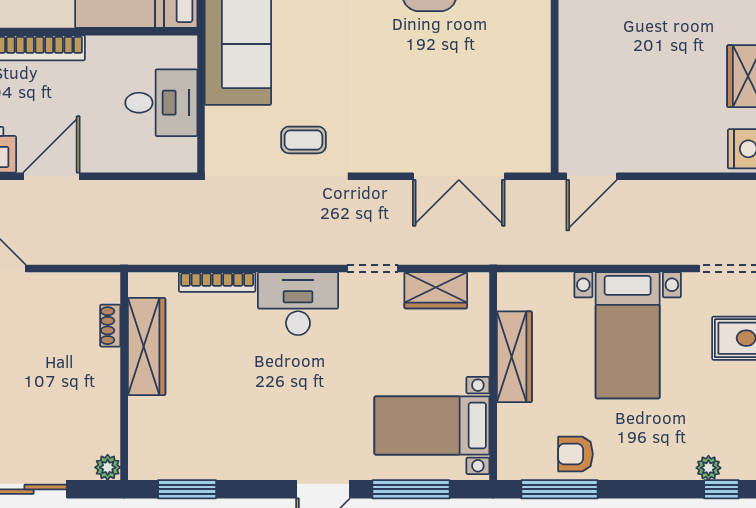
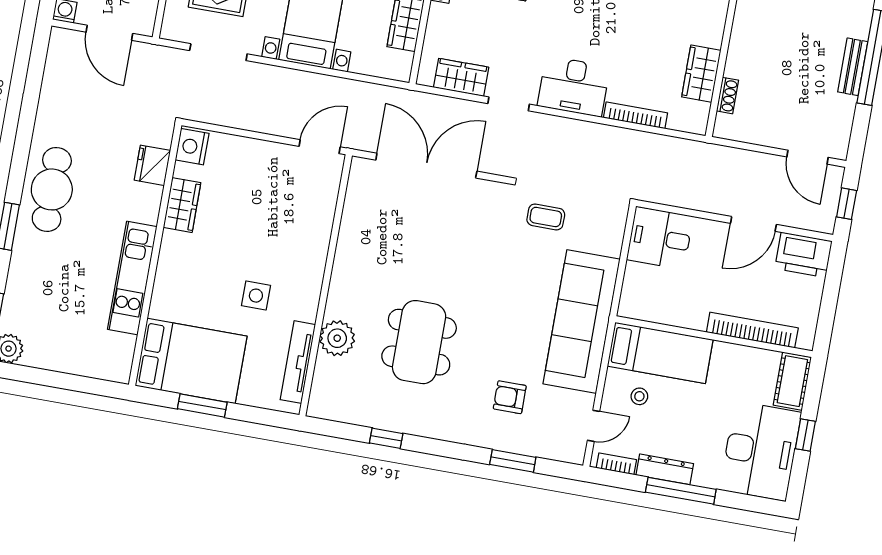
desk: (161, 103) -> (660, 238), moved
double door: (459, 176) -> (426, 166), width x1.36
wardrobe: (147, 346) -> (701, 74), width x0.67

